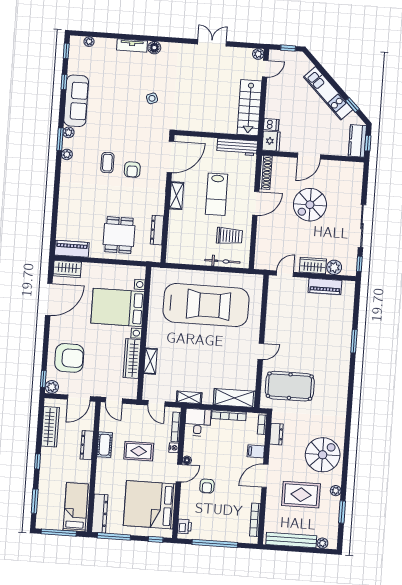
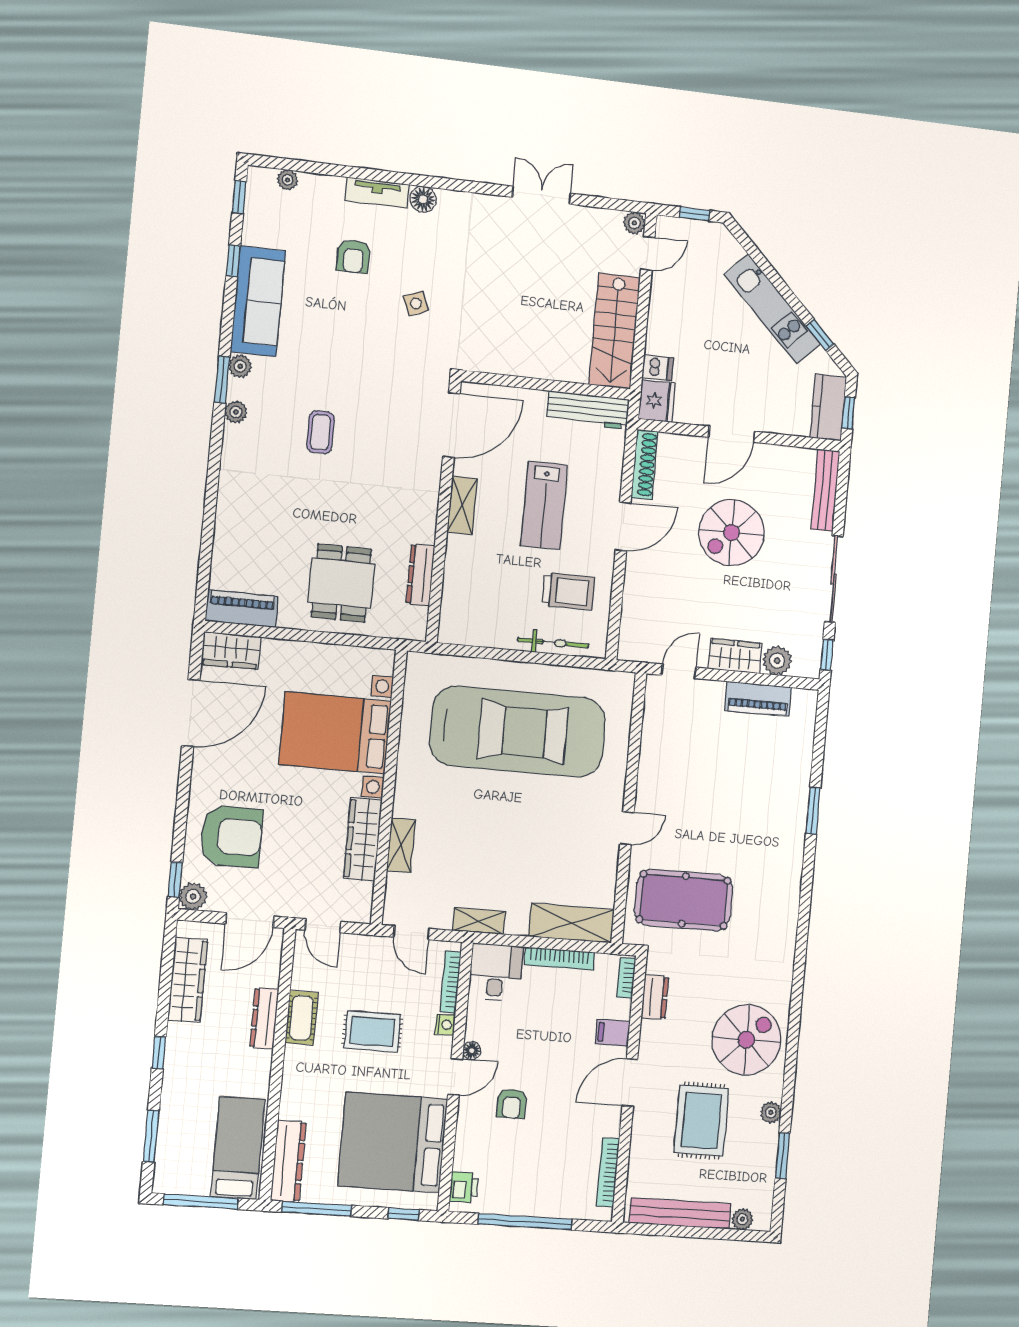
armchair: (132, 170) -> (354, 256), moved
bench: (357, 182) -> (825, 490), added
rug: (301, 495) -> (701, 1121), turned 90

